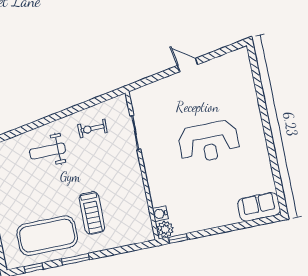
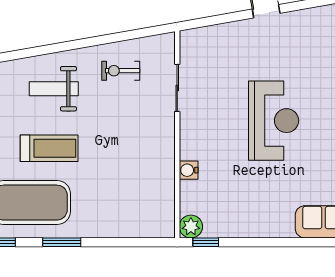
reception desk: (209, 142) -> (274, 121), turned -90
treadmill: (92, 213) -> (49, 148), moved, turned -90
water cooler: (160, 214) -> (189, 170), moved

